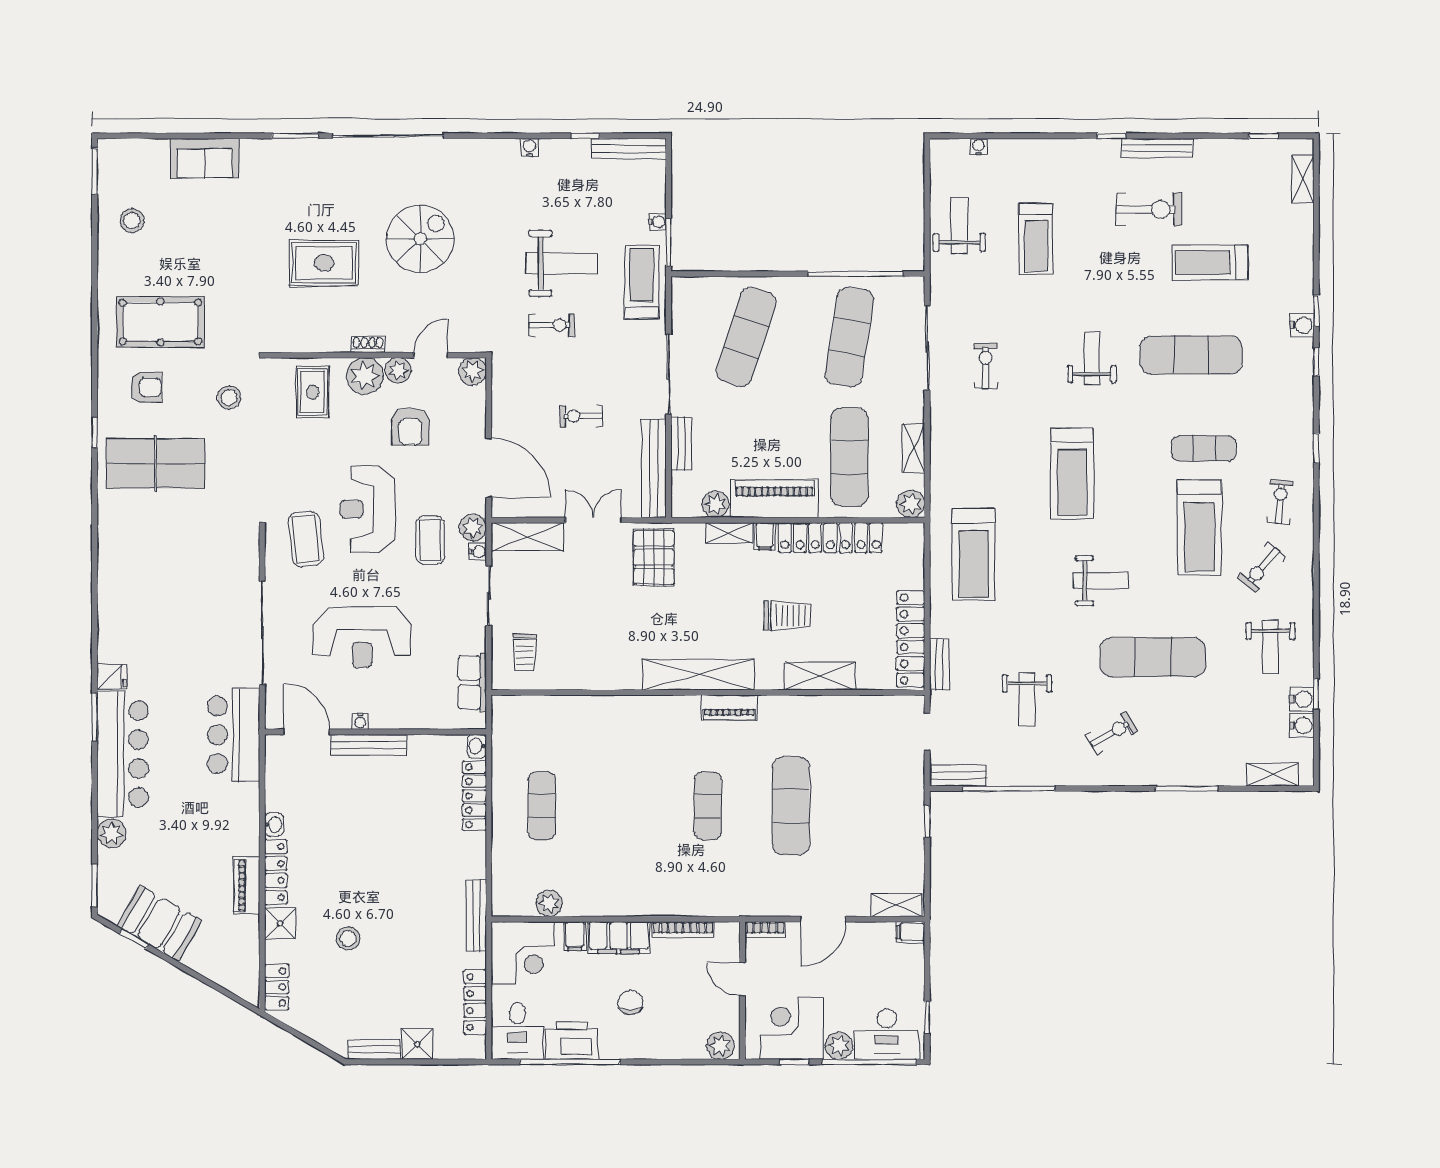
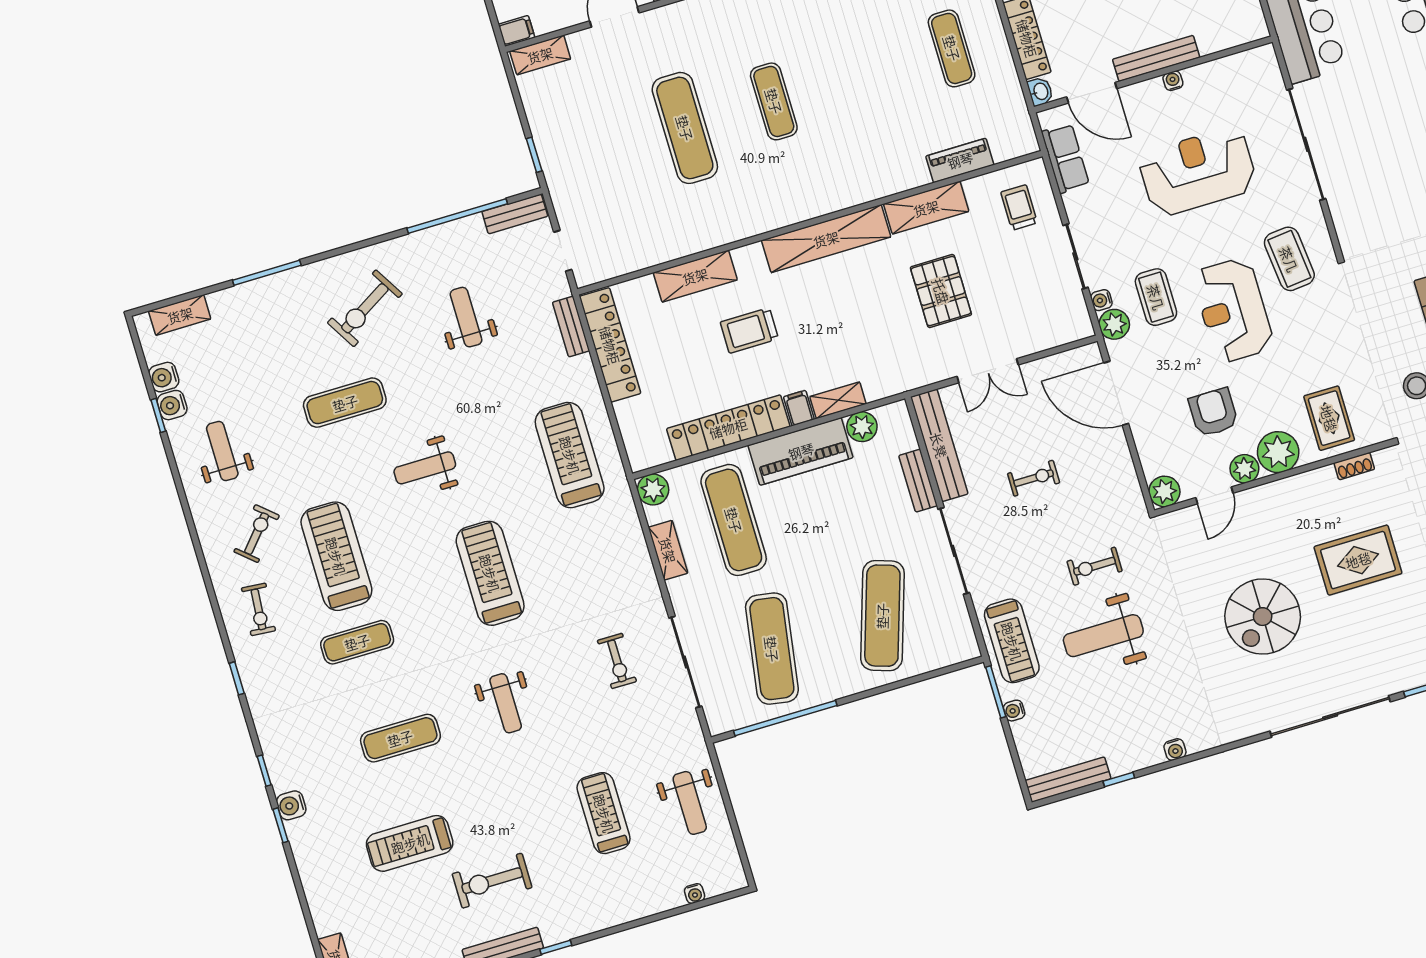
treadmill: (1210, 262) -> (410, 843), turned 180
shoe rack: (368, 345) -> (1354, 466), moved
exercise mat: (1191, 355) -> (400, 738), width x0.73, depth x0.69
reception desk: (367, 509) -> (1233, 310), turned 180
shelving: (528, 537) -> (926, 208), moved
pallet: (654, 557) -> (941, 291), moved
exercise mat: (1153, 657) -> (345, 403), width x0.73, depth x0.69
piano: (729, 708) -> (960, 160), moved
door: (307, 732) -> (1092, 93), moved
exercise bike: (1112, 733) -> (365, 308), width x1.38, depth x1.39

